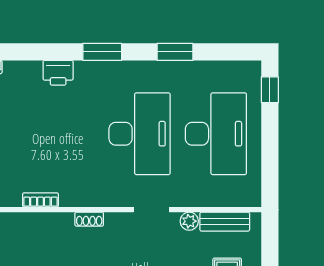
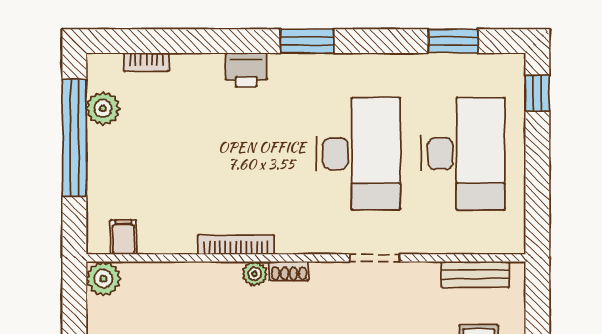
window: (175, 52) -> (453, 41), moved
bookcase: (40, 200) -> (236, 245), width x1.56
plant: (189, 221) -> (255, 274), moved

